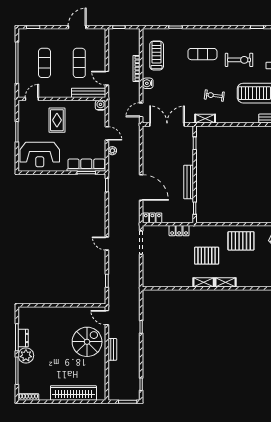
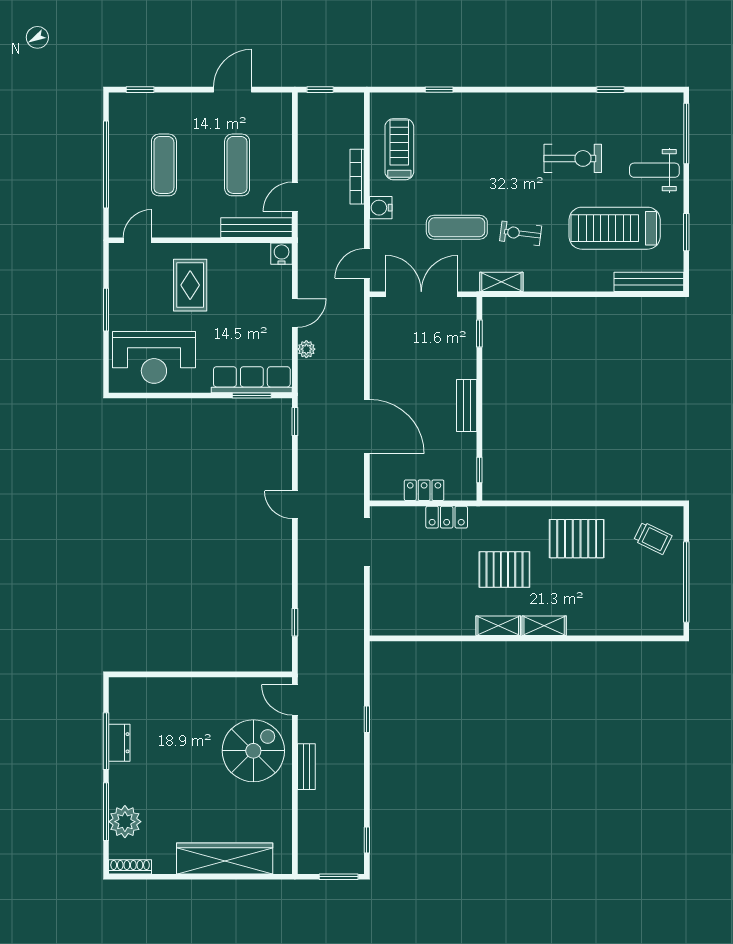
exercise mat: (202, 54) -> (457, 227), moved
door: (107, 78) -> (295, 197), hinge flipped
door: (107, 133) -> (295, 313), hinge flipped
bench: (189, 182) -> (467, 406), width x0.73
locker: (152, 218) -> (424, 490), moved
door: (107, 243) -> (295, 505), moved
plant: (26, 355) -> (125, 822), moved

